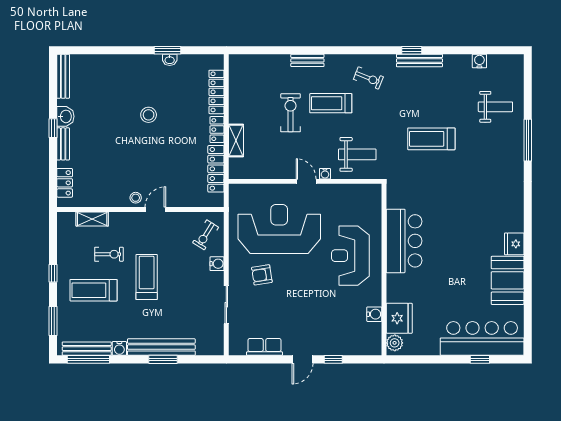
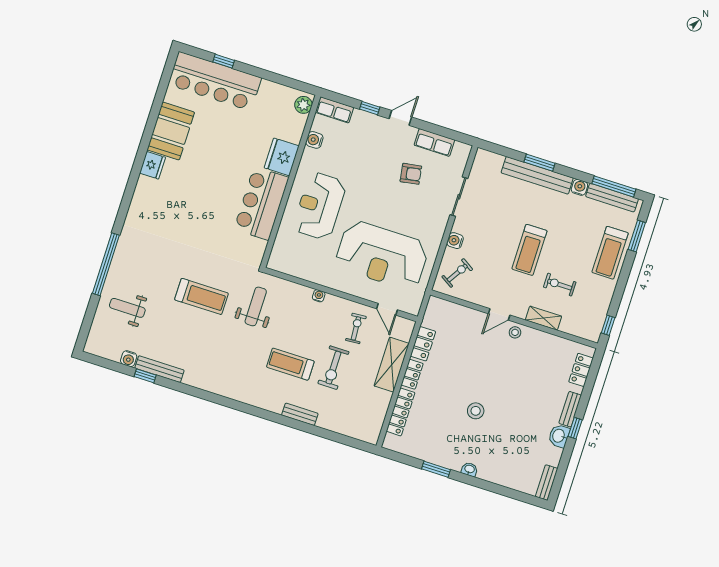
window: (412, 50) -> (145, 376), moved
washbasin: (170, 60) -> (469, 469), moved
bench: (419, 61) -> (159, 369), moved
bench: (63, 76) -> (547, 483), width x0.73
exercise bike: (368, 78) -> (356, 328), moved, turned 64
treadmill: (331, 103) -> (290, 364), turned 180
window: (528, 140) -> (106, 264), width x1.46
shelving: (236, 141) -> (392, 365), width x1.50, depth x1.33
weight bench: (357, 154) -> (256, 306), moved, turned 90
locker: (216, 169) -> (423, 344), width x0.66
door: (306, 181) -> (387, 309), moved
shelving: (92, 219) -> (543, 318), moved
reception desk: (350, 256) -> (320, 206), turned 180
window: (53, 273) -> (608, 325), moved
armchair: (262, 275) -> (411, 174), moved
treadmill: (94, 290) -> (610, 253), moved, turned 90
fridge: (399, 318) -> (282, 157), moved
row of seats: (365, 347) -> (334, 110), added

